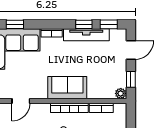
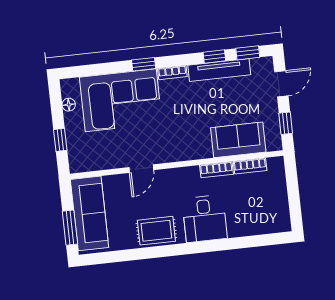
window: (15, 24) -> (144, 64), moved
sofa: (67, 88) -> (238, 140), moved
plant: (121, 93) -> (274, 144), removed
bookcase: (69, 108) -> (216, 170), width x0.64

